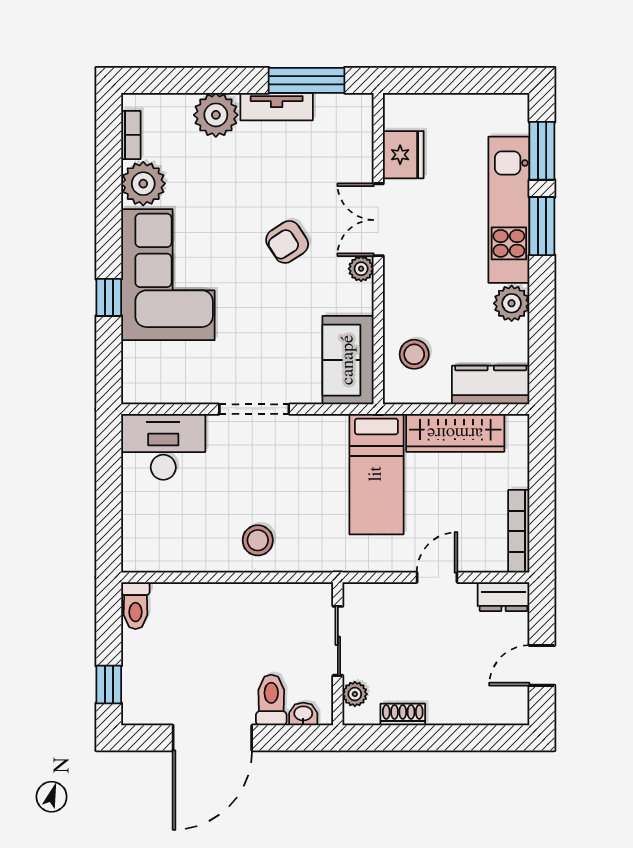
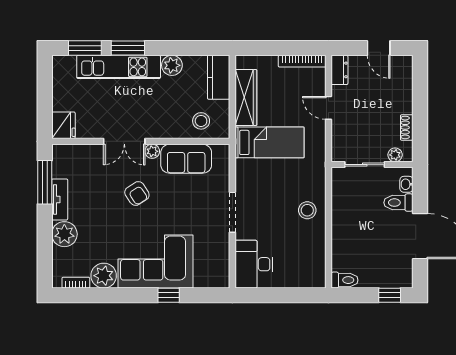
fridge: (403, 155) -> (63, 125), moved, turned 90
sofa: (348, 360) -> (186, 159), moved

